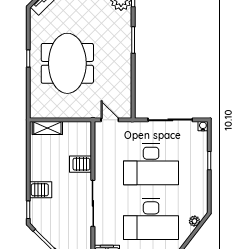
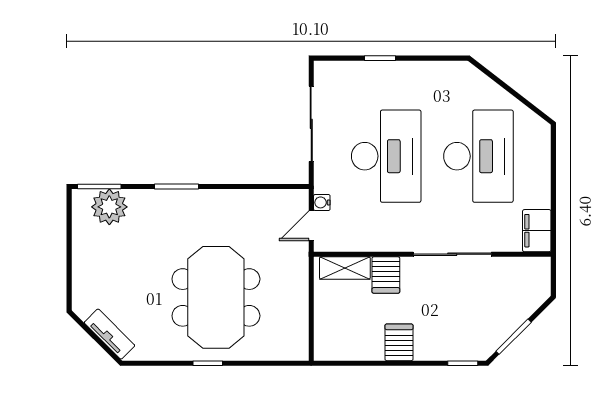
meeting table: (67, 63) -> (216, 297), turned 90
water cooler: (203, 126) -> (322, 202), moved
shelving: (47, 128) -> (345, 268), moved, turned 90
server rack: (41, 190) -> (399, 342), moved
plant: (194, 221) -> (482, 83), removed

